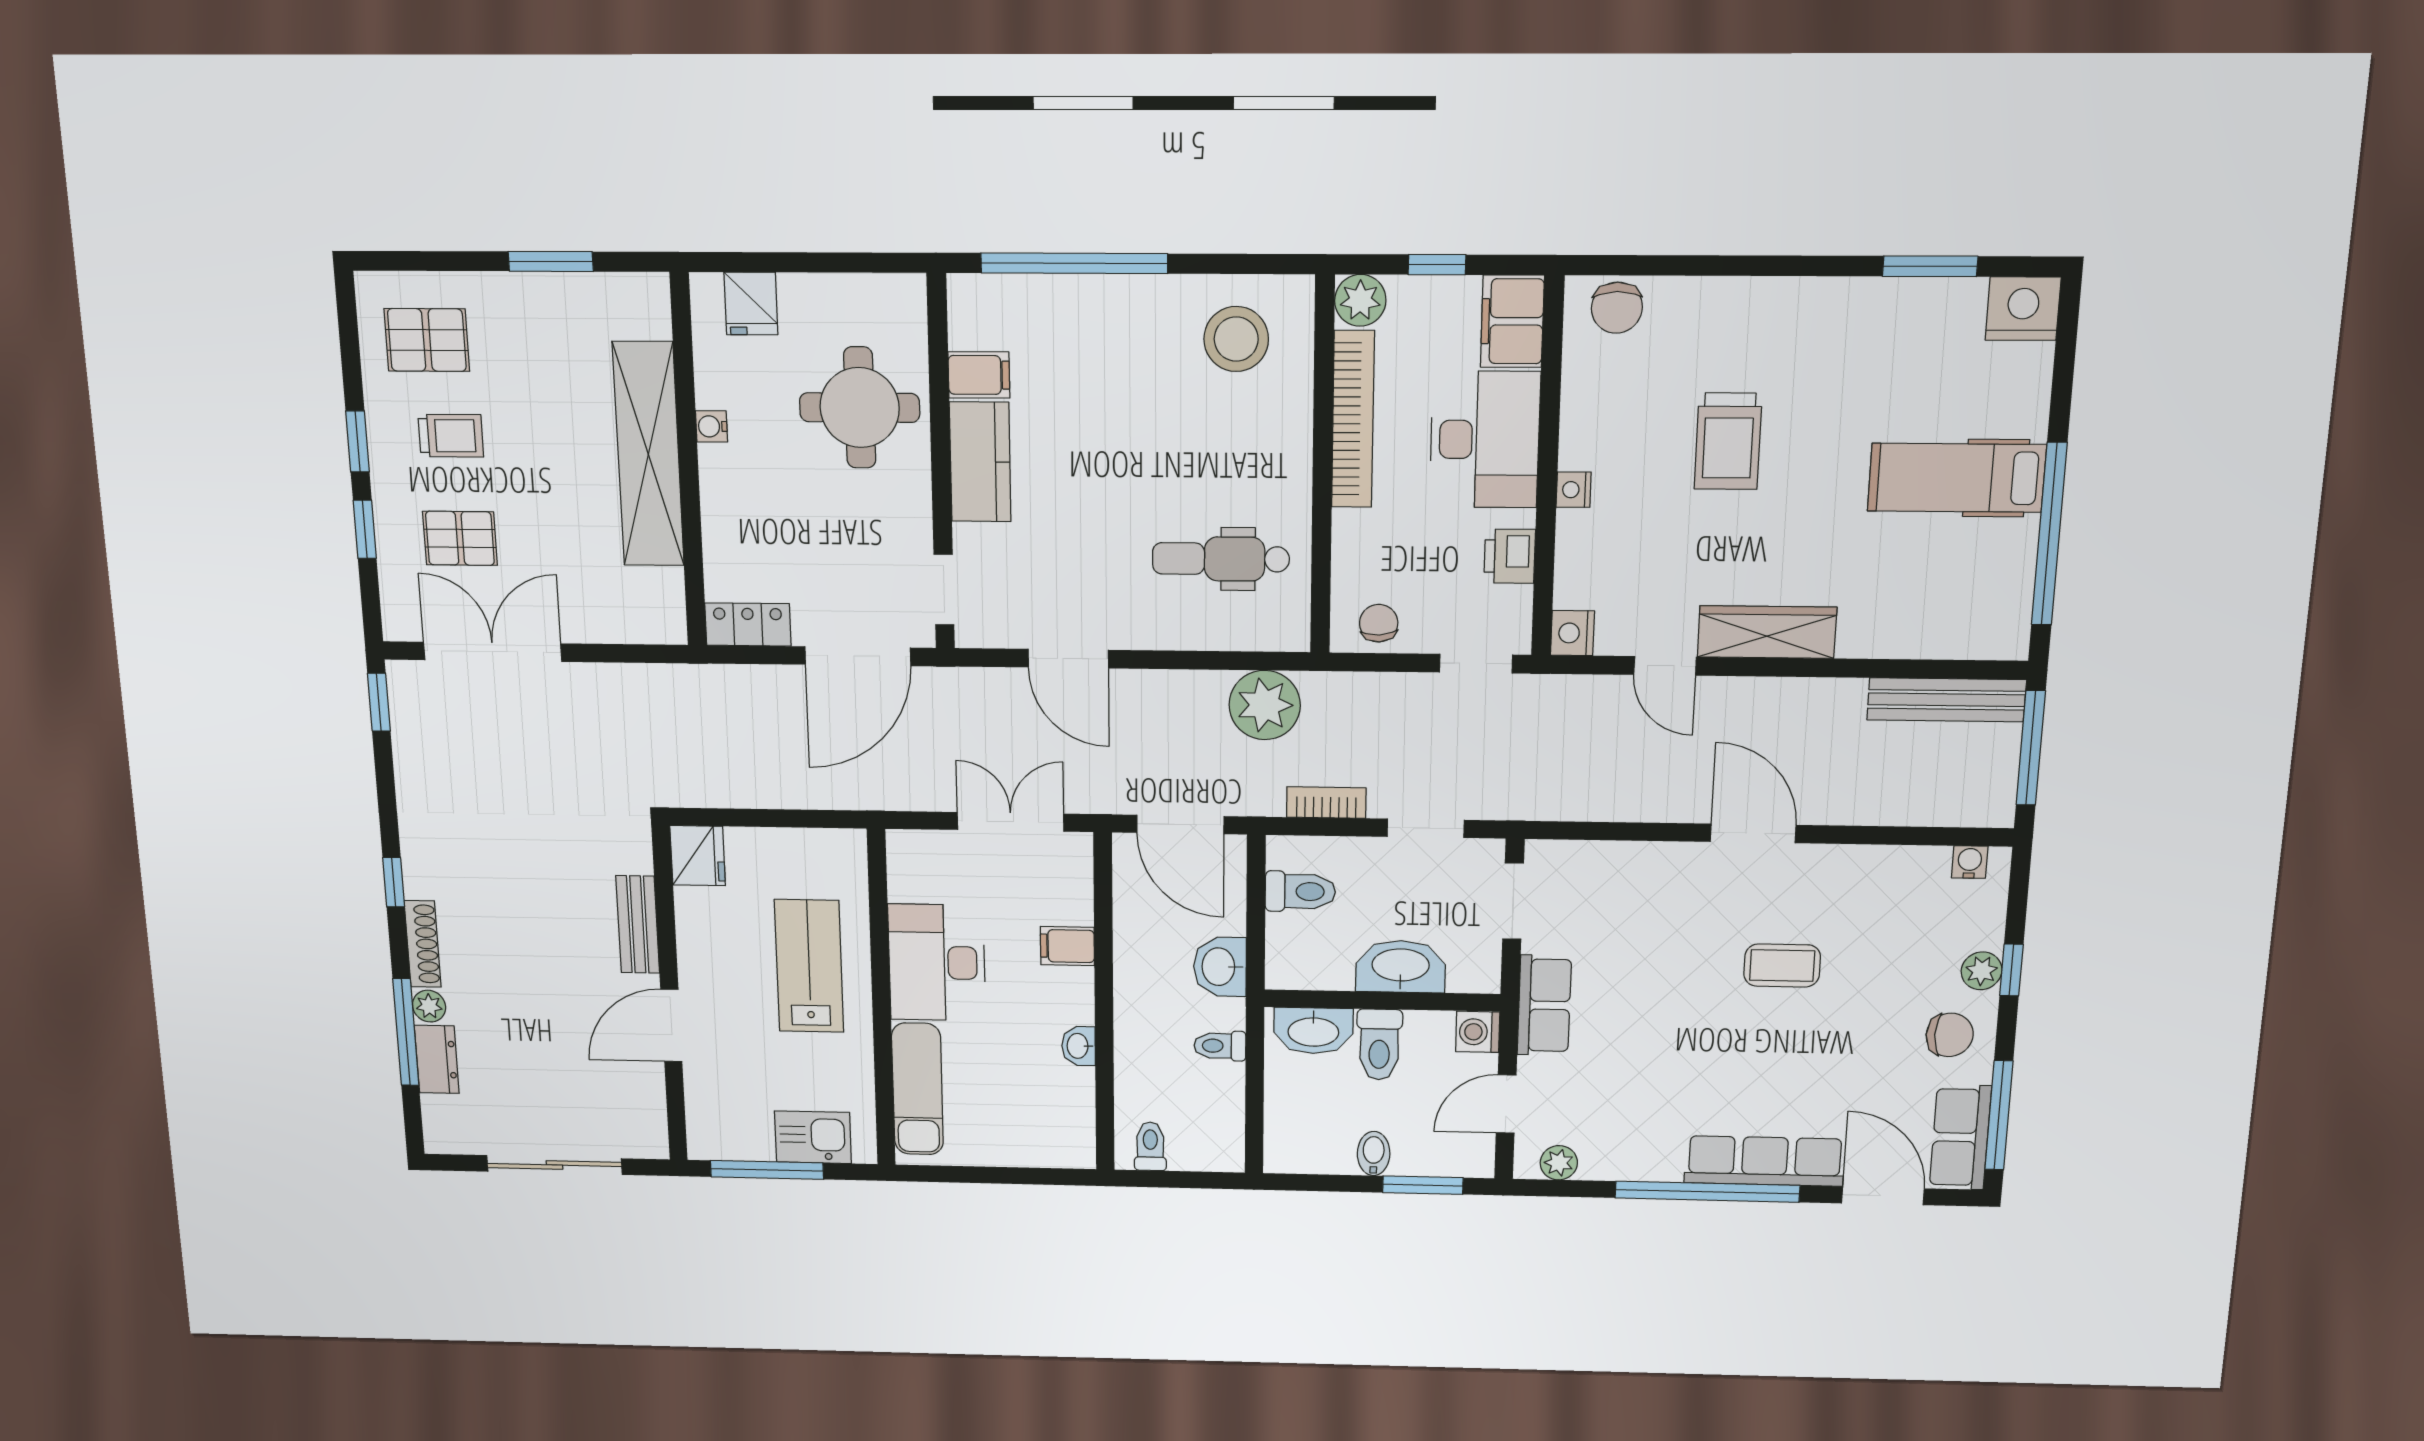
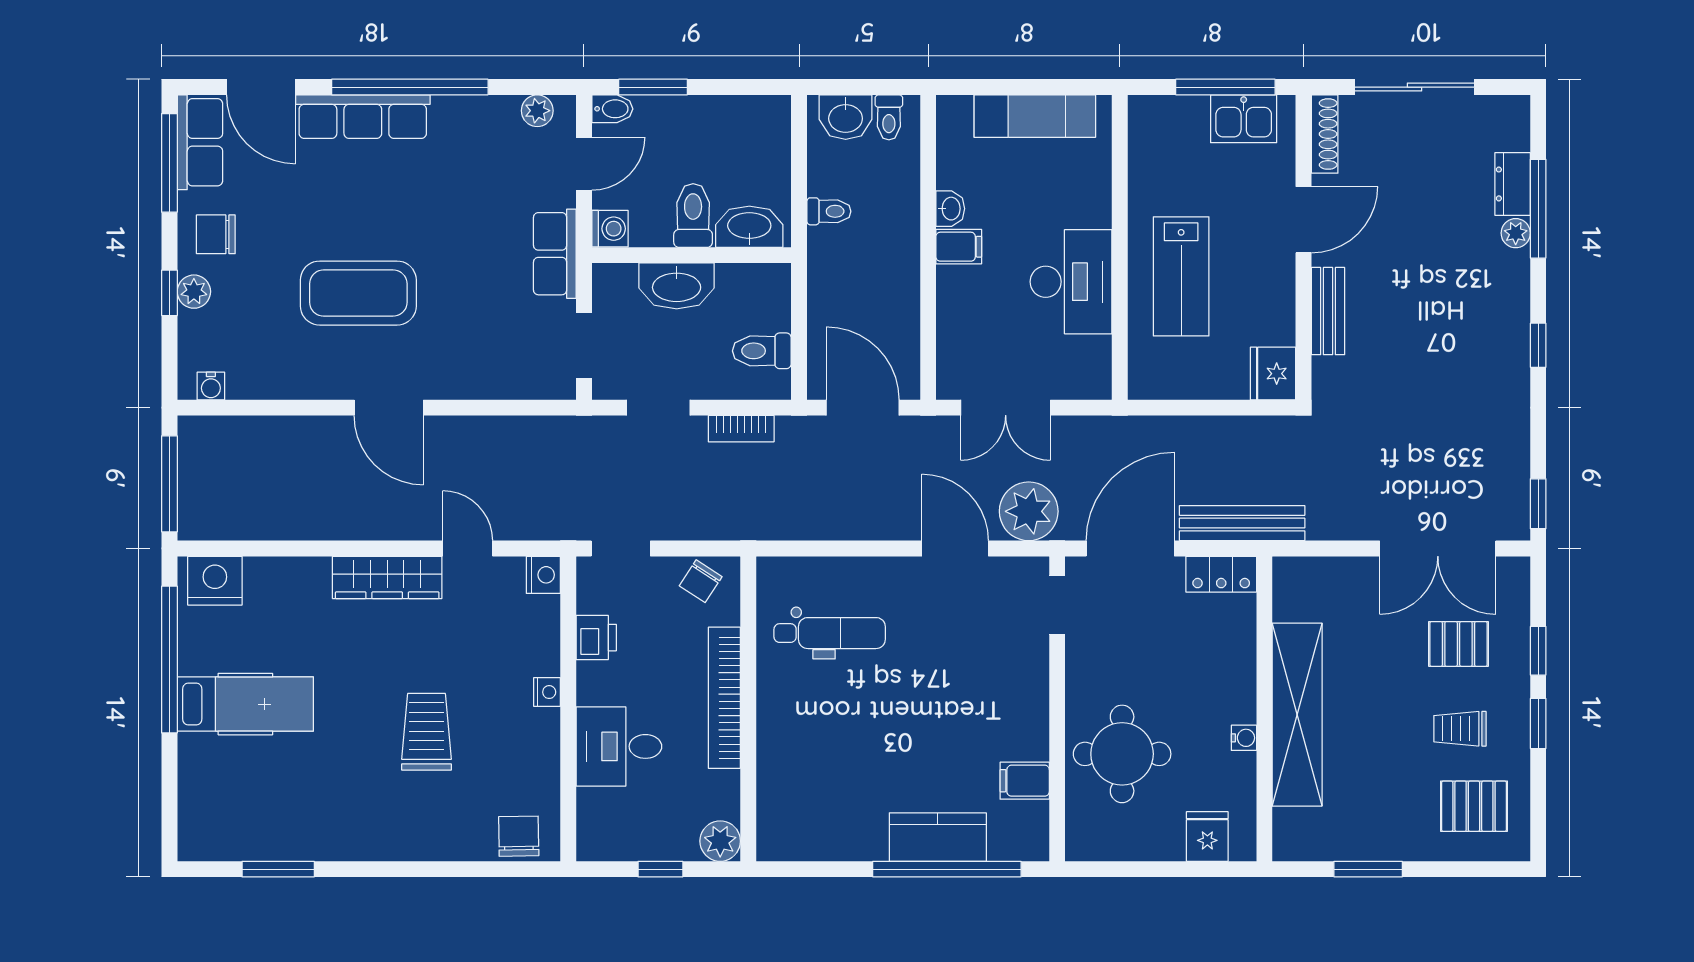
nightstand: (2023, 309) -> (215, 581), moved, turned 180
filing cabinet: (1512, 321) -> (600, 825), removed
stool: (1236, 339) -> (818, 810), removed
bookcase: (1353, 419) -> (724, 698), moved
desk: (1485, 440) -> (619, 746), width x0.73
kitchen counter: (980, 462) -> (938, 837), moved, turned 90
chair: (1379, 623) -> (701, 581), turned 37
bench: (1946, 700) -> (1242, 523), moved
plant: (1265, 705) -> (1029, 511), moved
shoe rack: (423, 944) -> (1325, 134), moved, turned 180
filing cabinet: (1067, 946) -> (959, 247), moved
coffee table: (1782, 965) -> (358, 293), width x1.86, depth x1.72
washbasin: (1220, 967) -> (846, 117), moved, turned 90
exam couch: (917, 1089) -> (1035, 116), moved, turned -90
kitchen sink: (813, 1137) -> (1244, 119), moved
bidet: (1374, 1154) -> (612, 109), moved, turned -90

